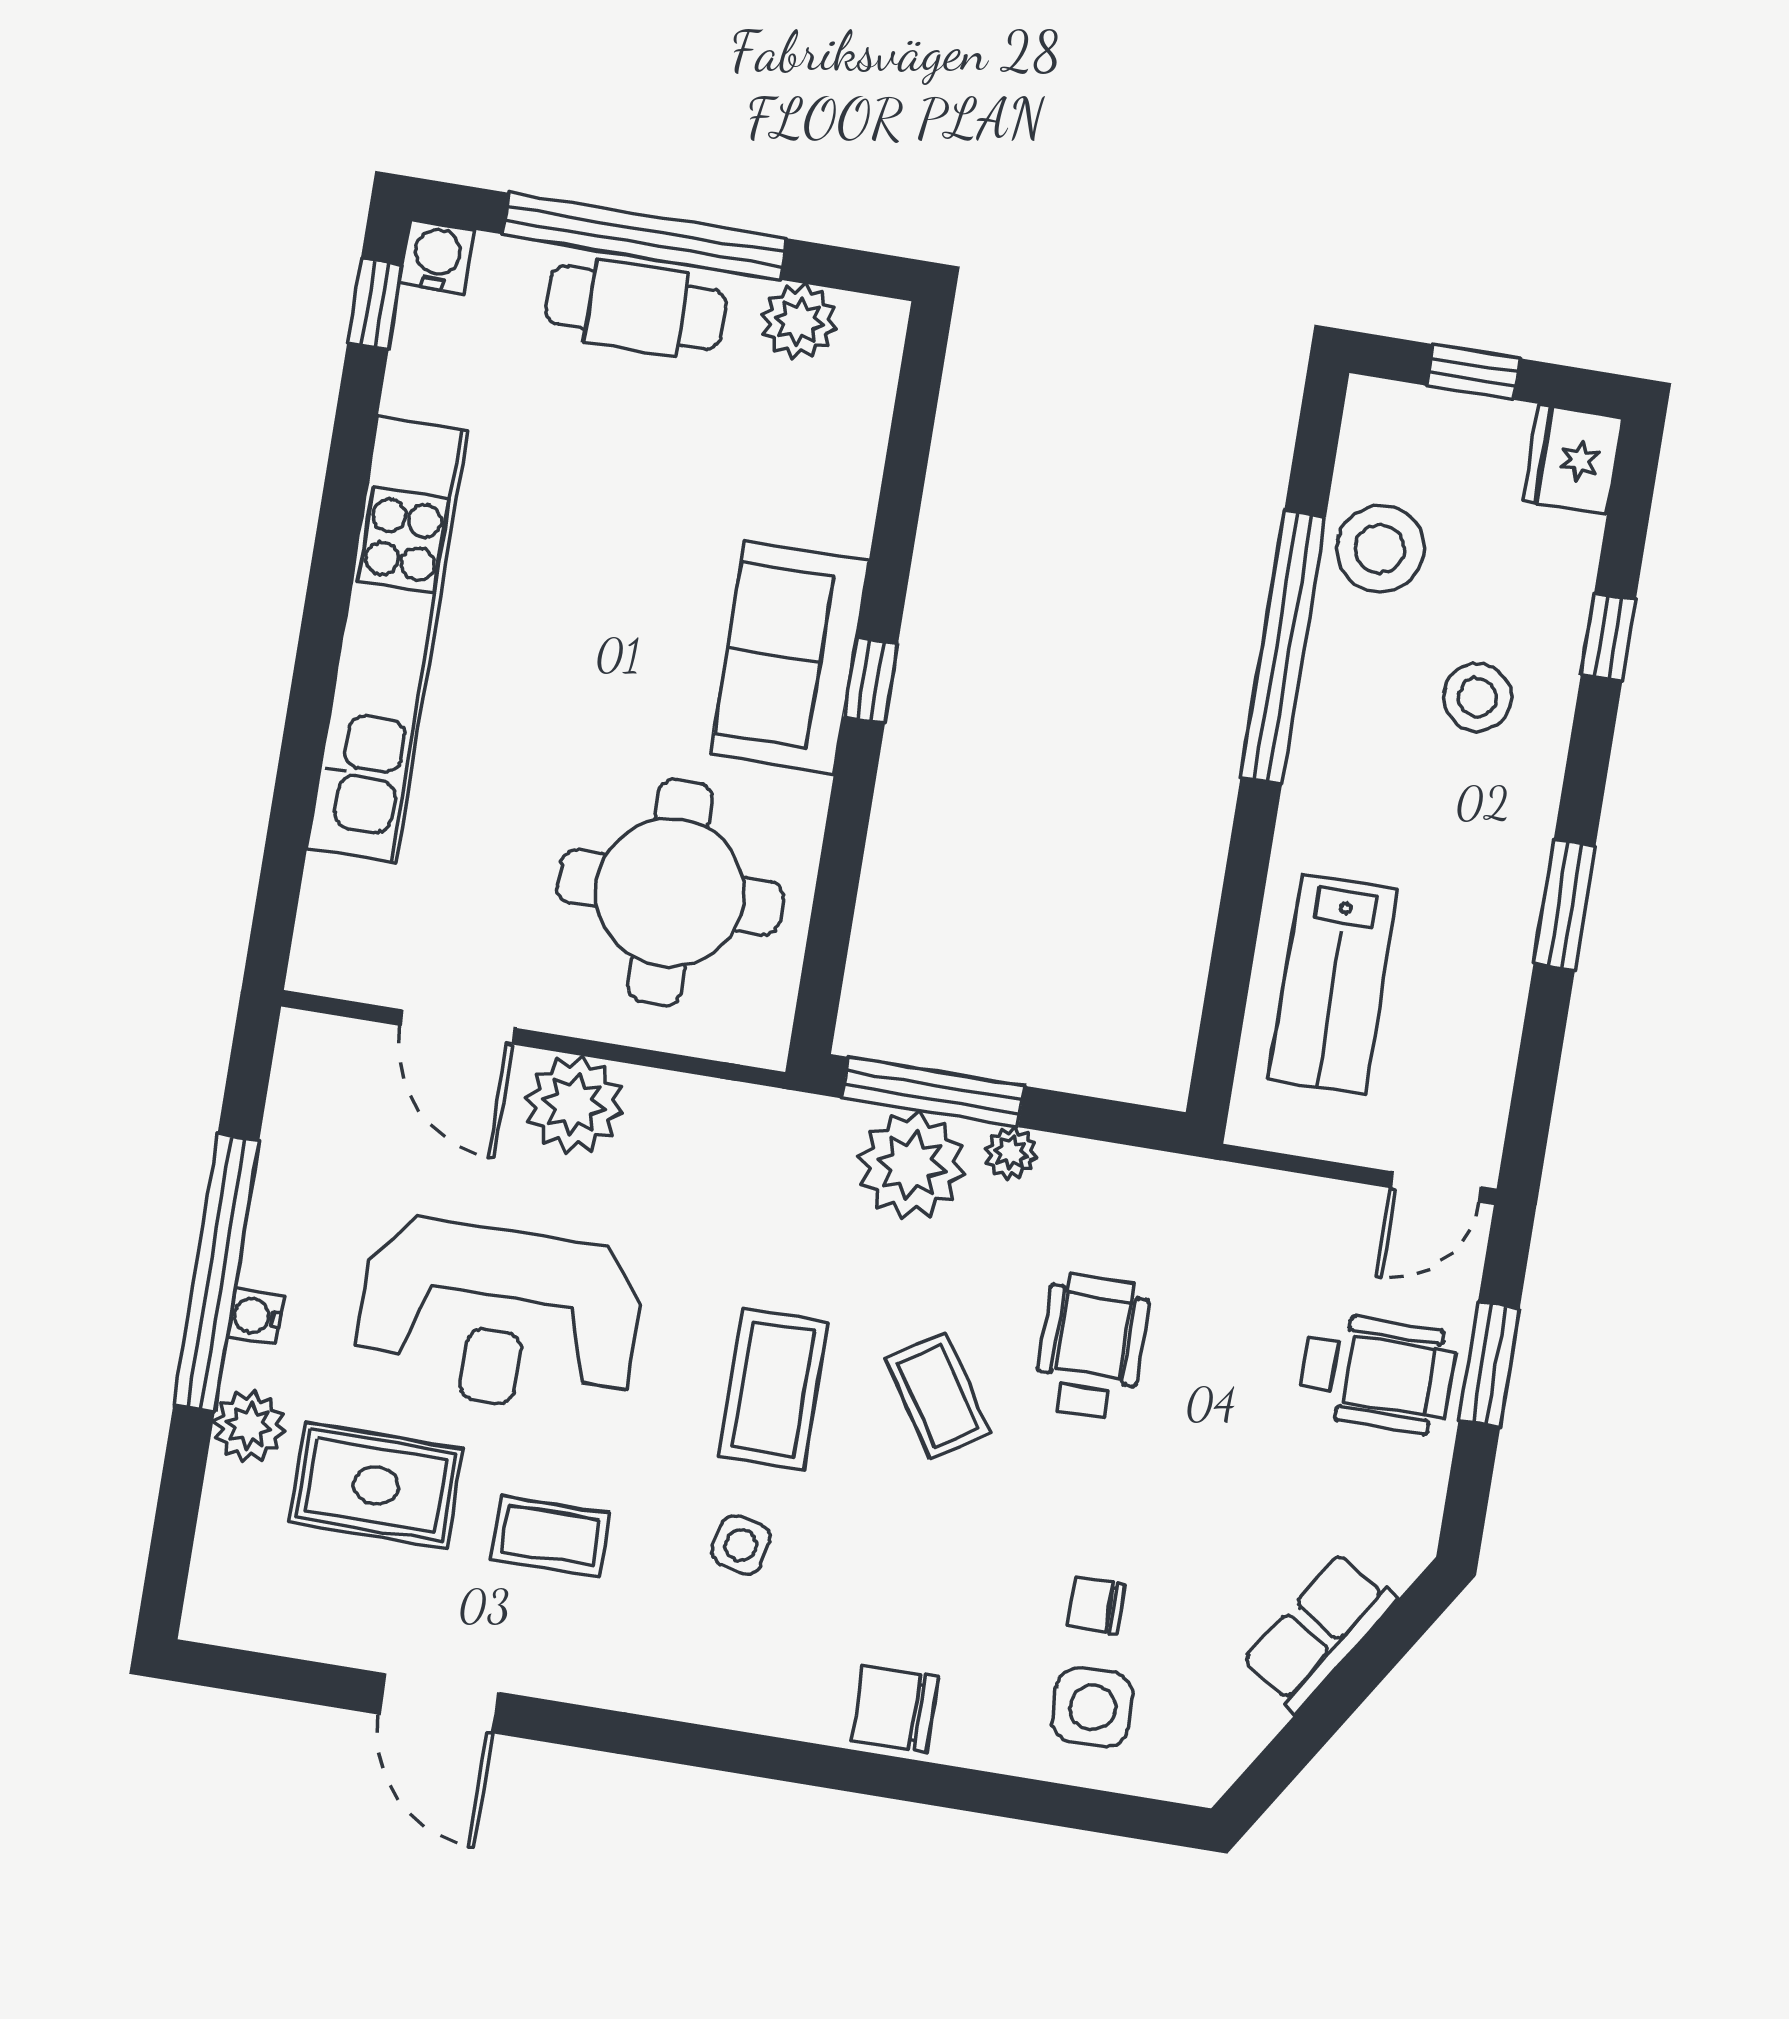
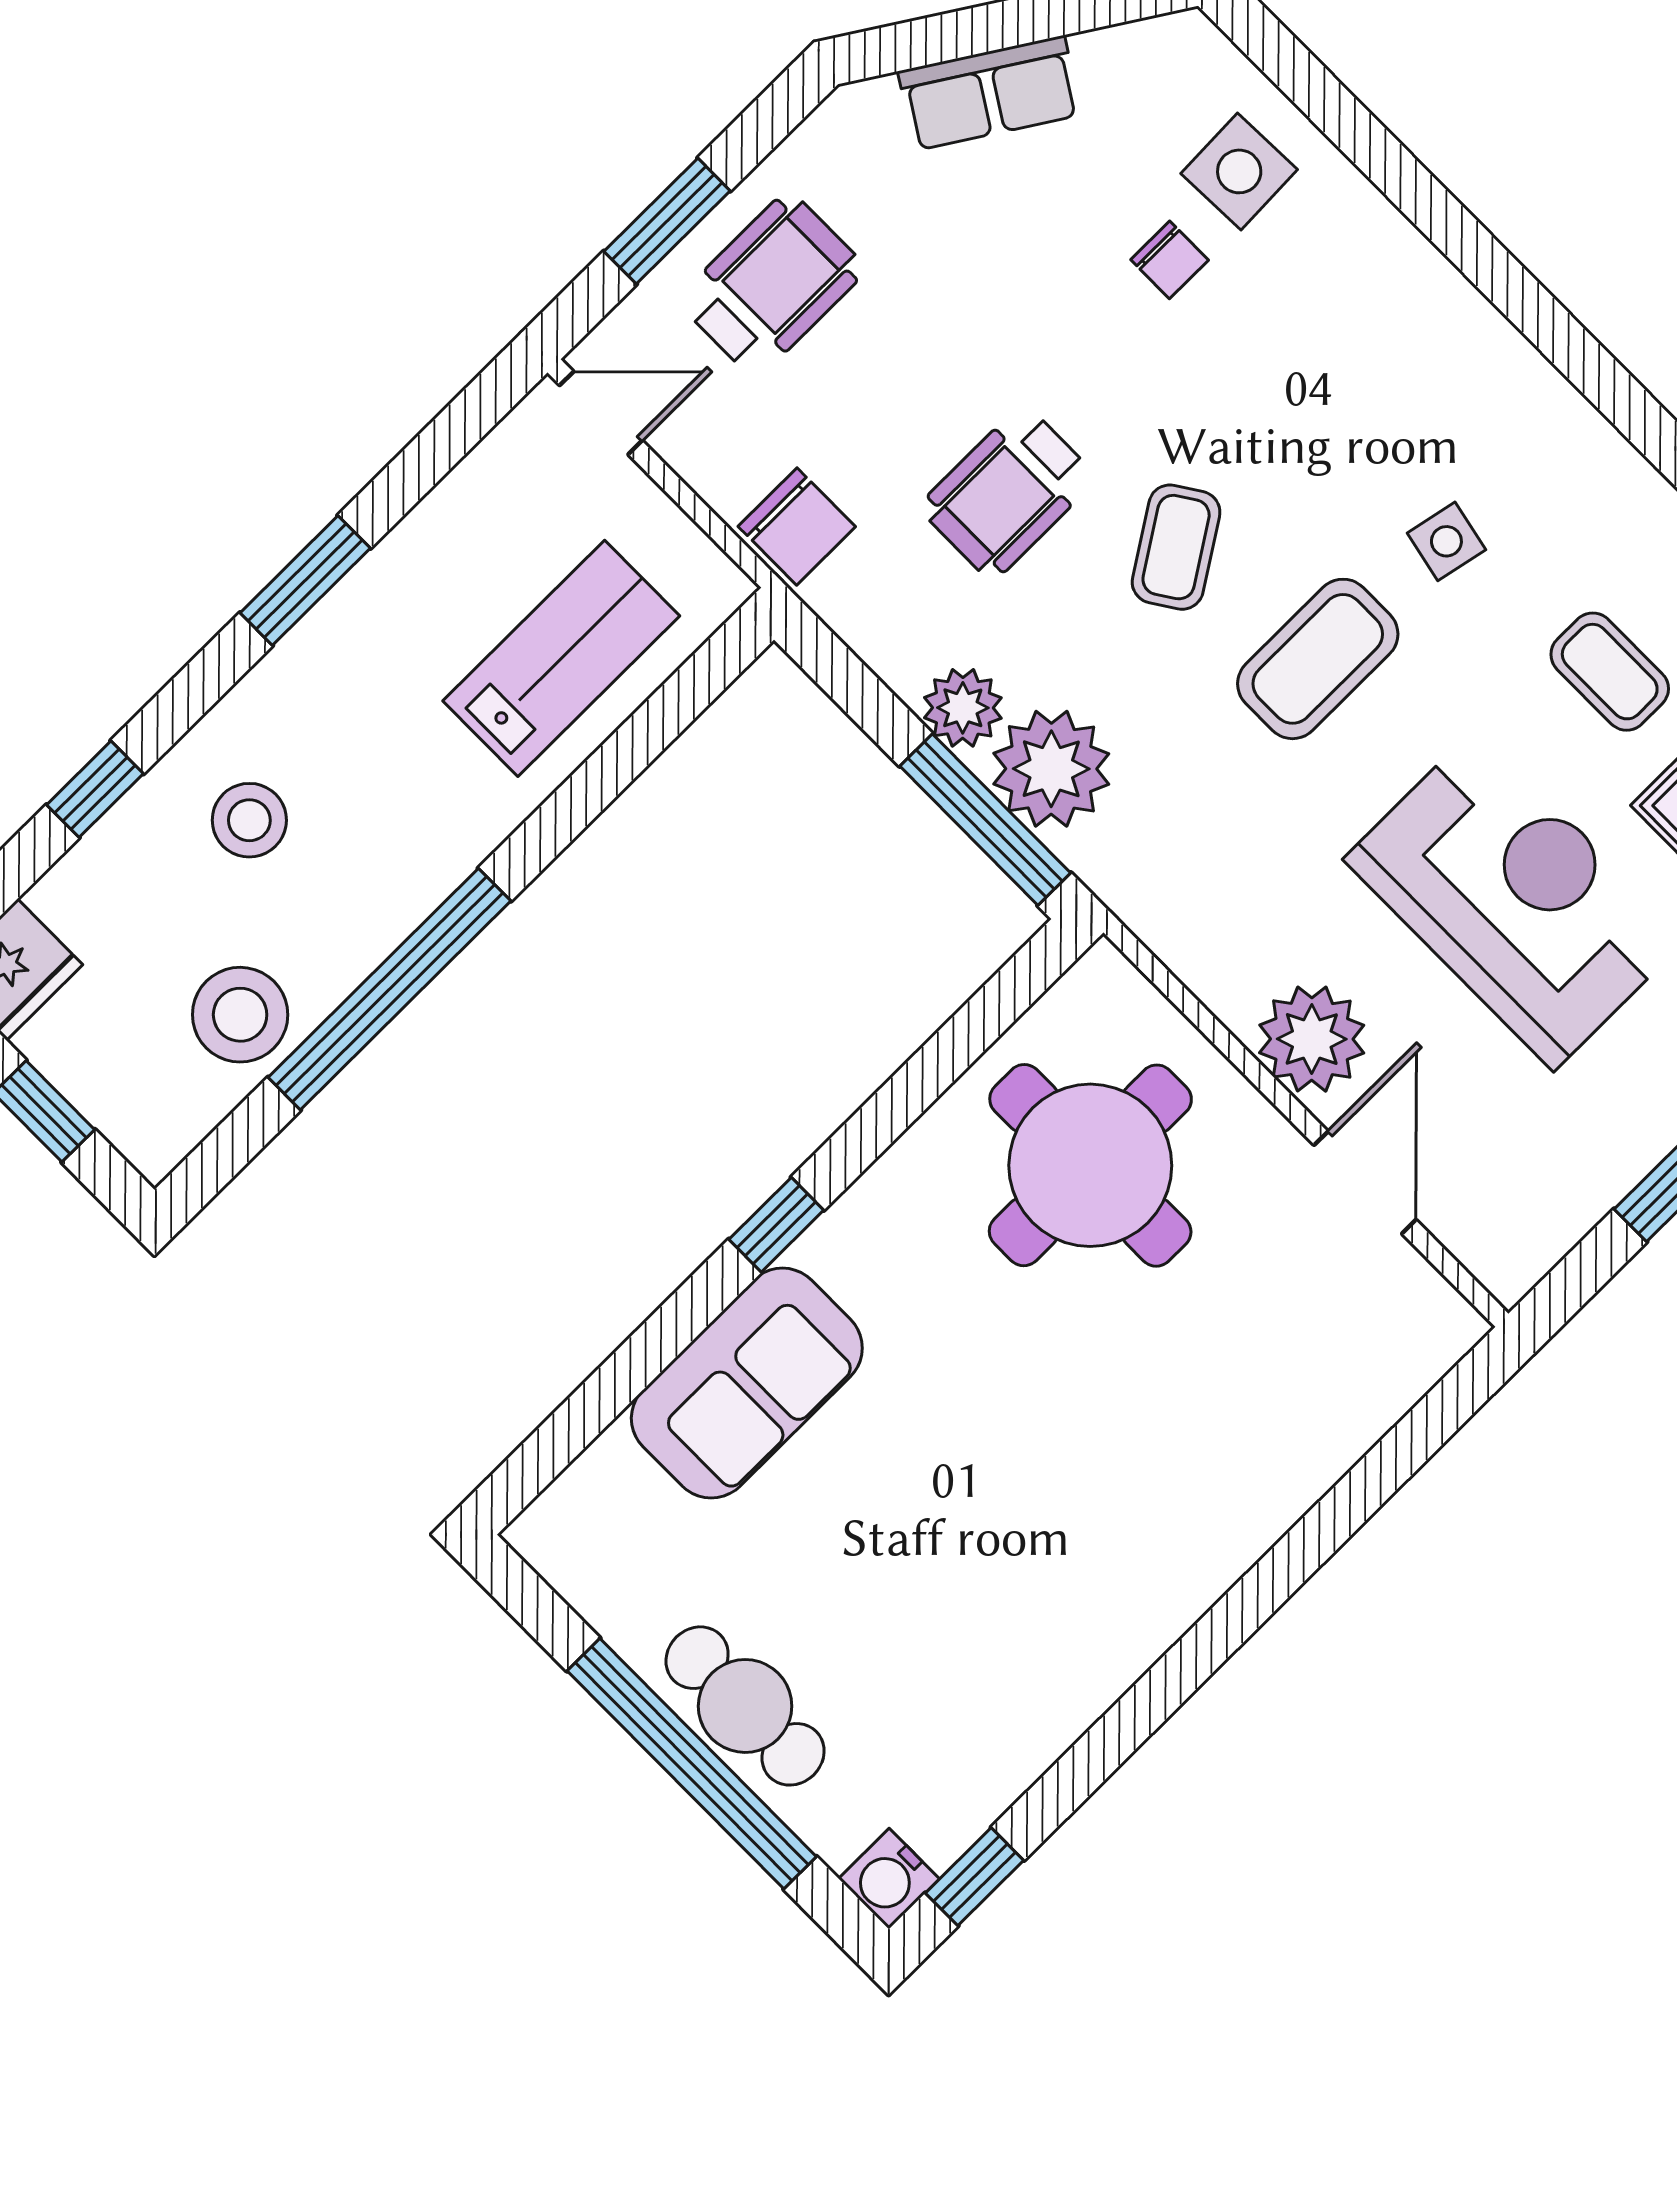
plant: (799, 322) -> (610, 1589), removed
kitchen unit: (387, 639) -> (1179, 1572), removed
sofa: (790, 658) -> (747, 1383), moved
plant: (1011, 1153) -> (963, 708), width x1.38, depth x1.38
wheelchair: (1378, 1373) -> (772, 285), turned 90
chair: (895, 1709) -> (797, 526), moved

